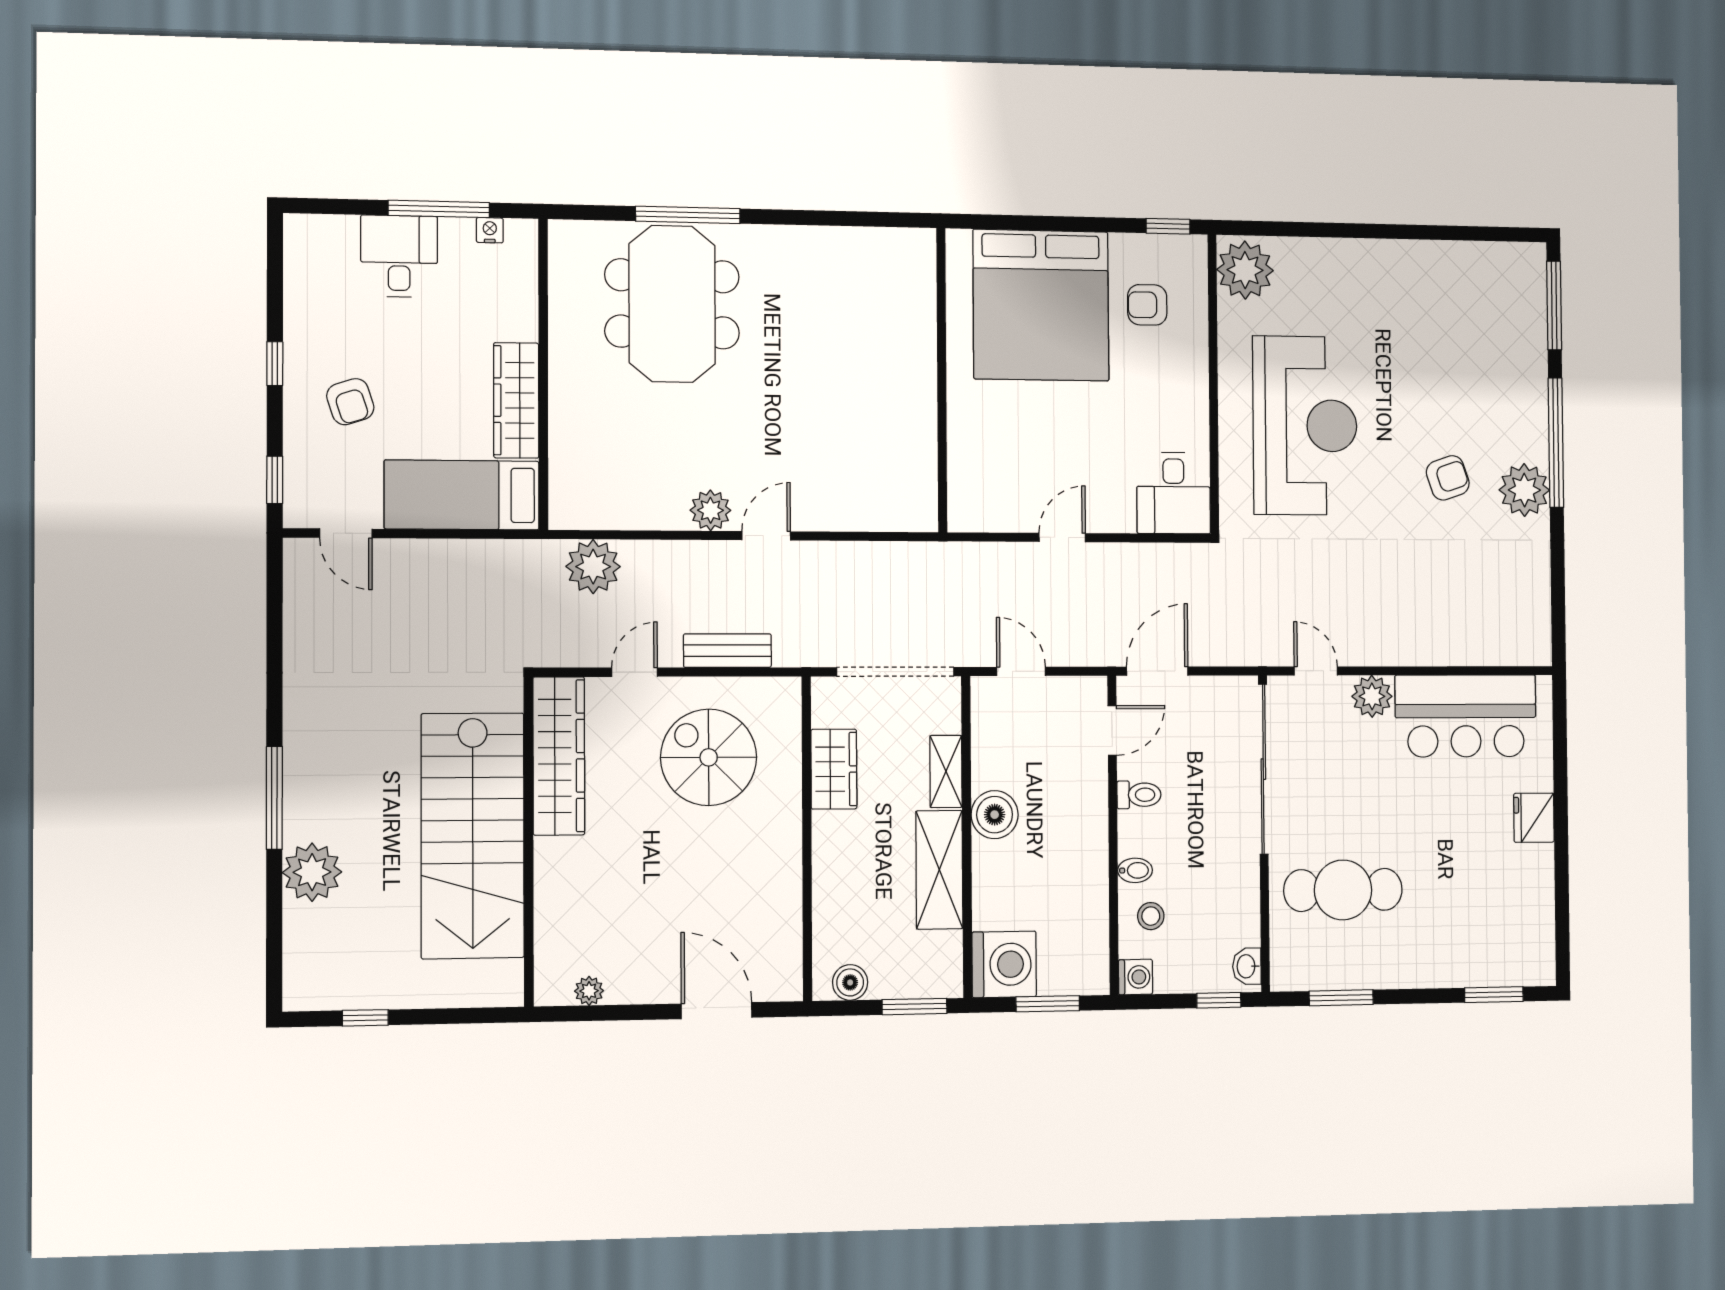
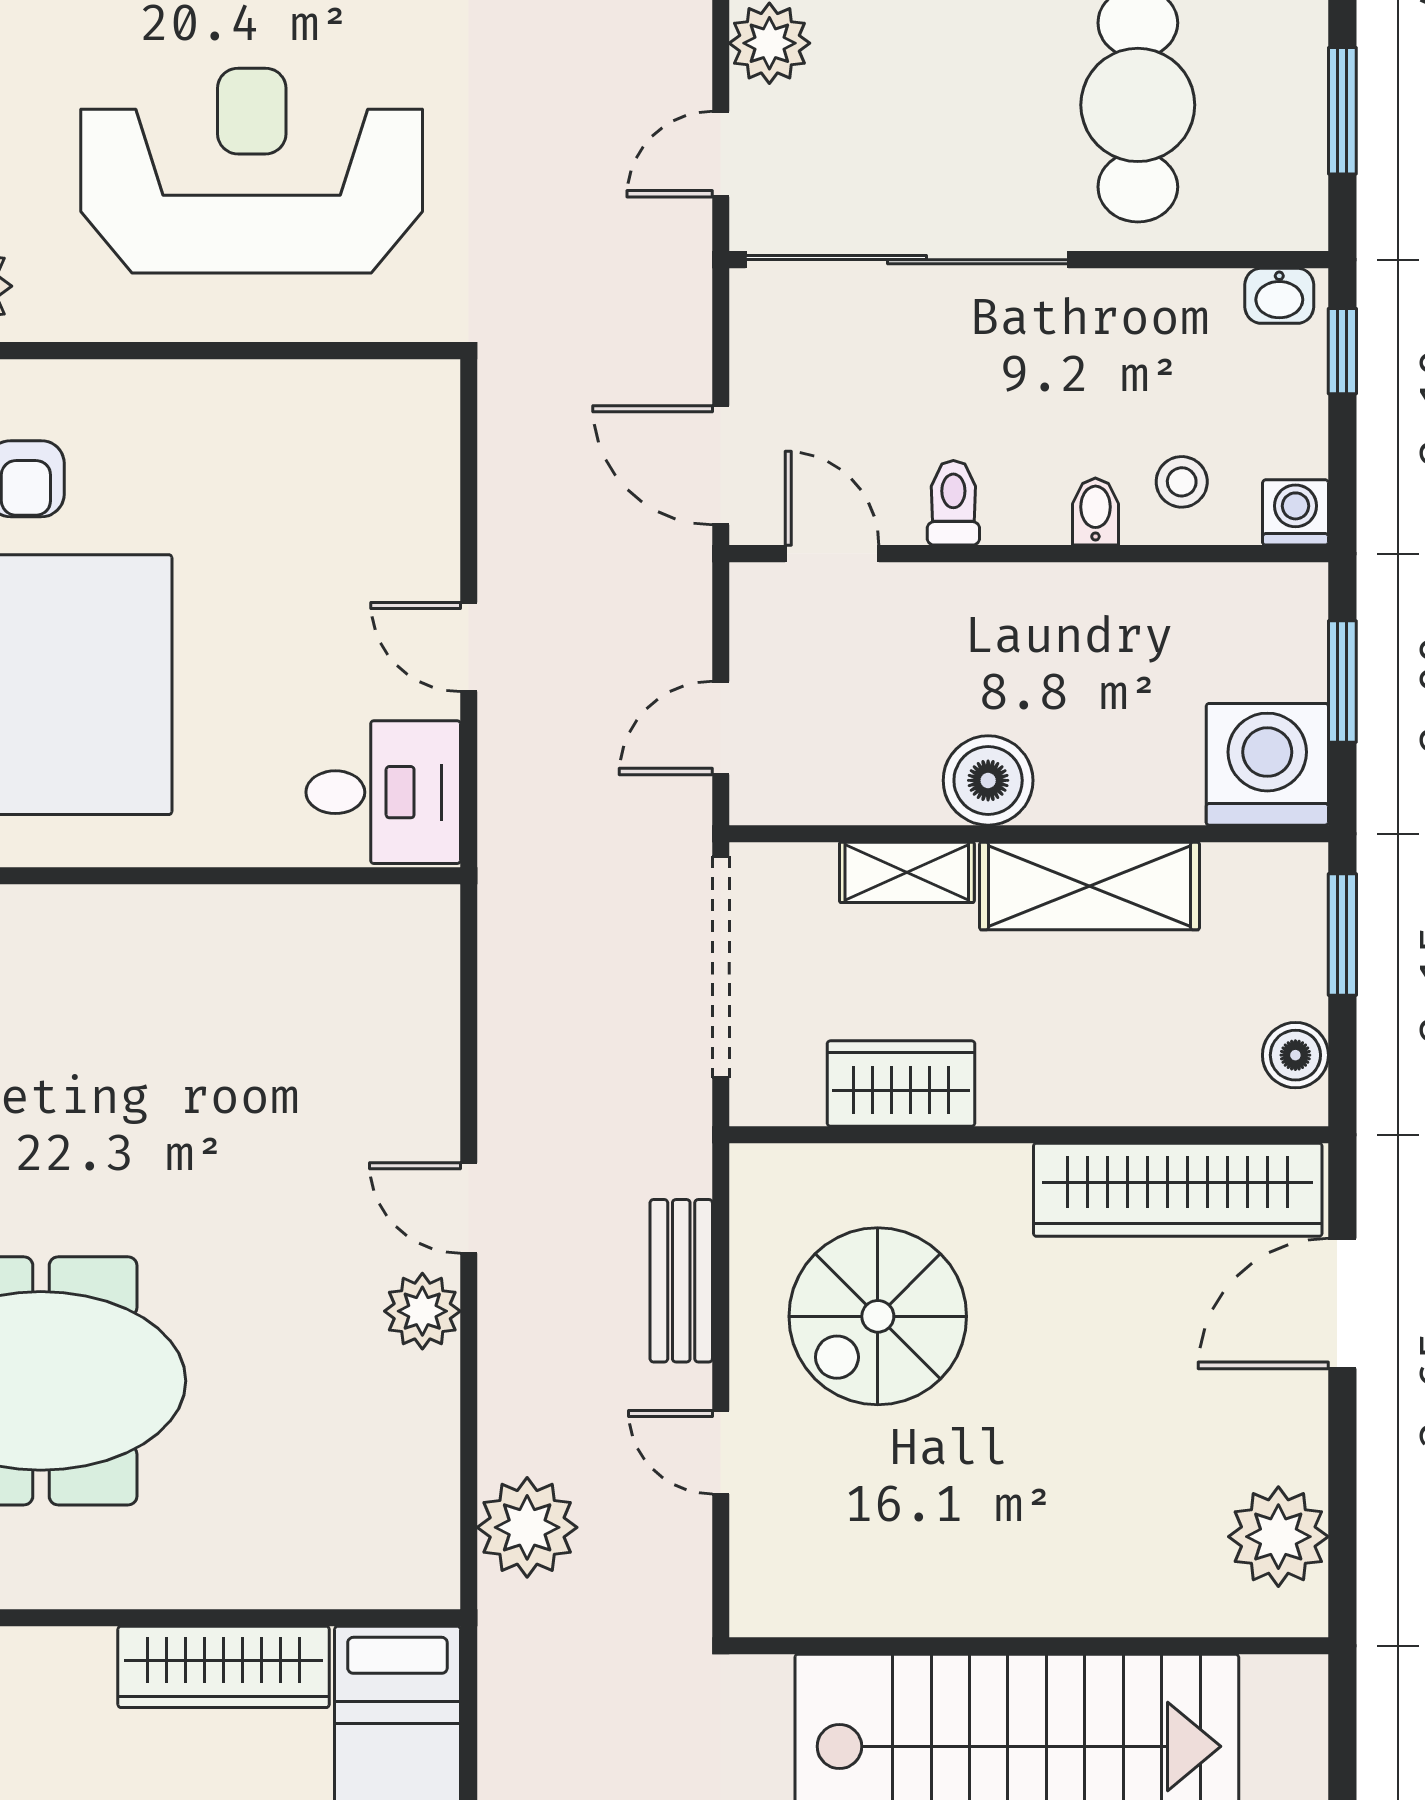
desk: (1174, 493) -> (383, 792), moved
wardrobe: (559, 756) -> (1178, 1190), moved, turned 180
plant: (589, 991) -> (1278, 1537), width x1.88, depth x1.88

